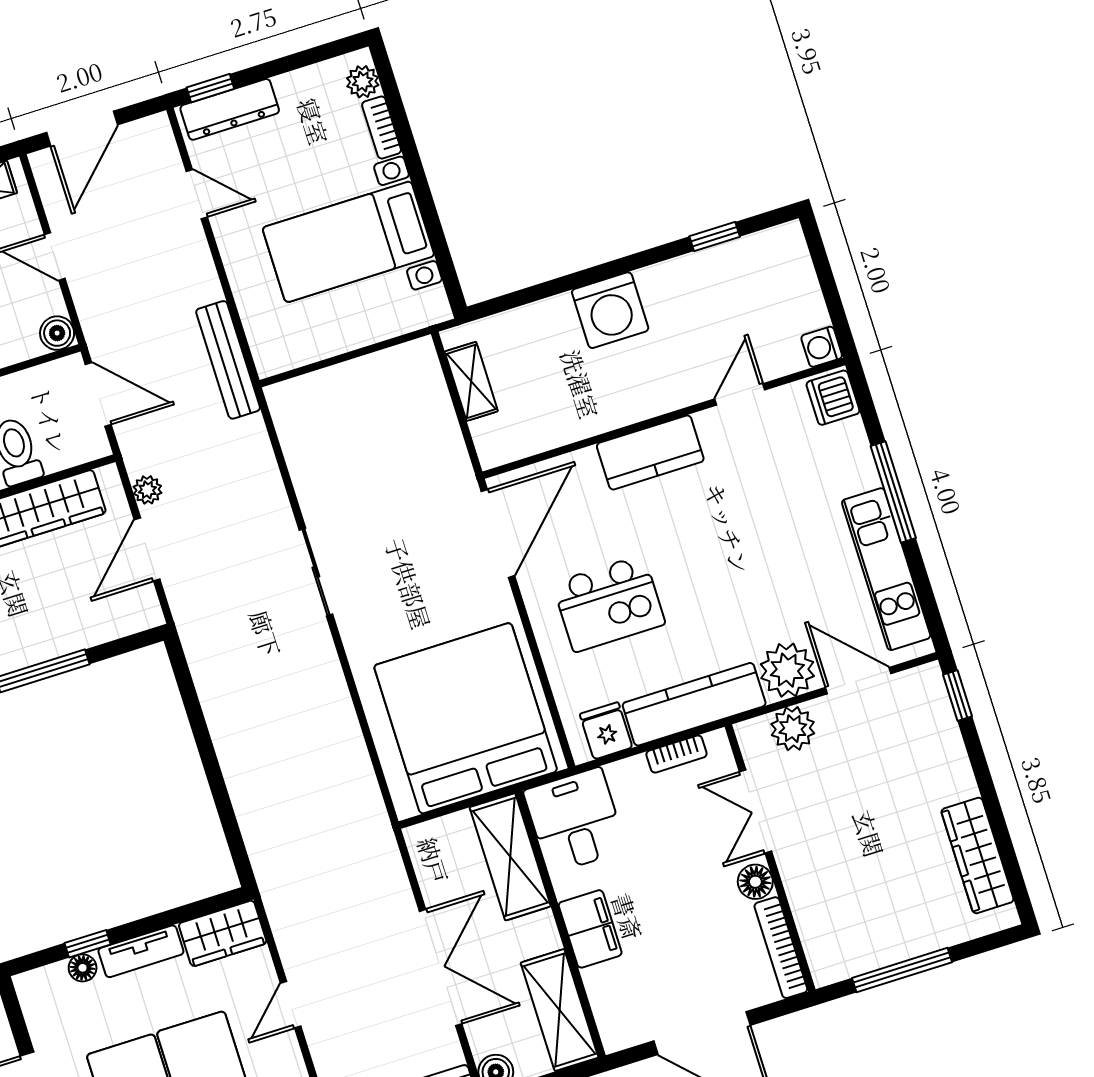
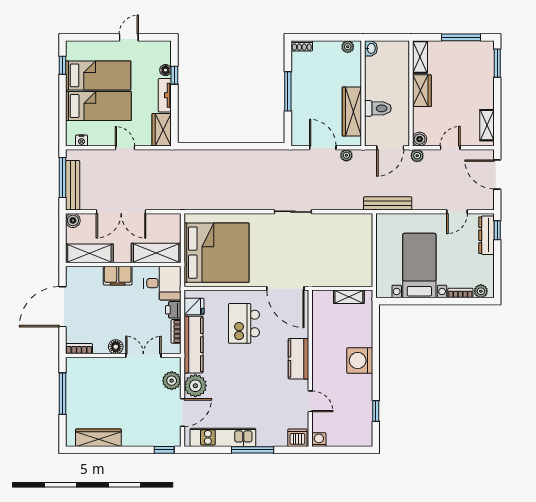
plant: (97, 327) -> (417, 156), added
printer: (629, 776) -> (173, 310), added
bookcase: (781, 948) -> (79, 349), width x0.64

